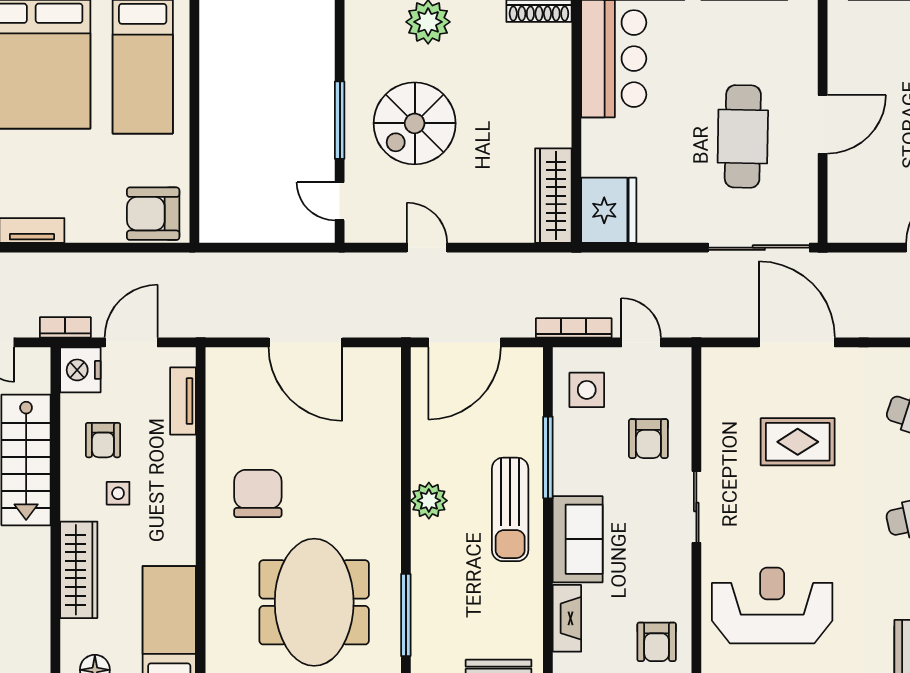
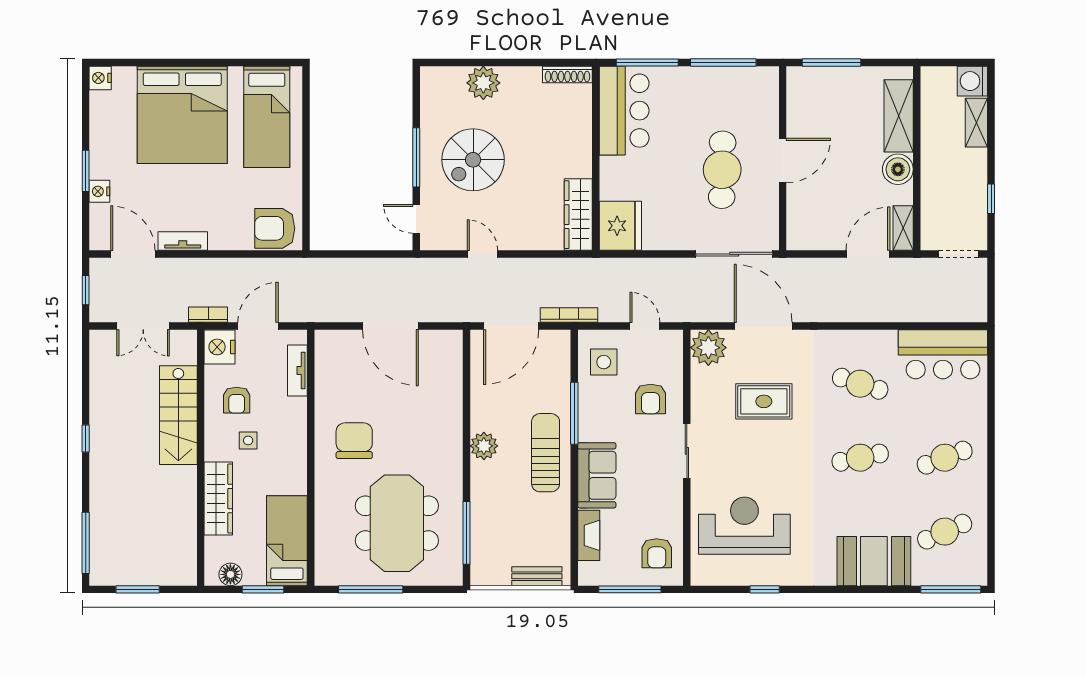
bookcase: (574, 328) -> (569, 315), moved
plant: (725, 371) -> (708, 348), added
sun lounger: (510, 509) -> (546, 453), turned 180

